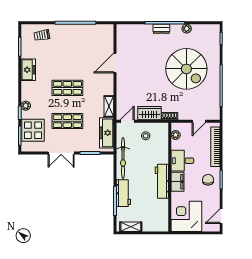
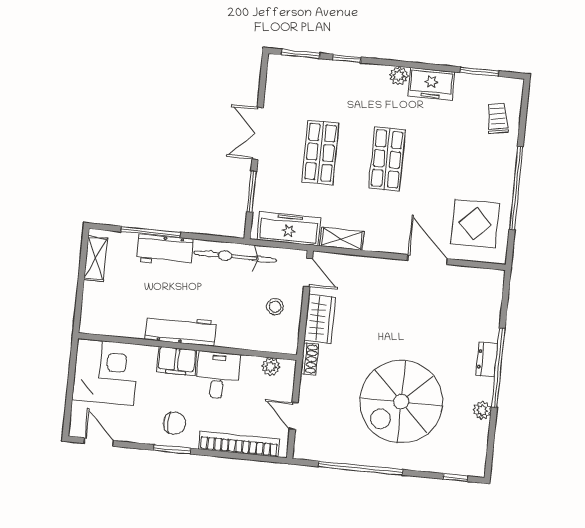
plant: (26, 106) -> (399, 76), moved
display table: (33, 130) -> (475, 224), moved

